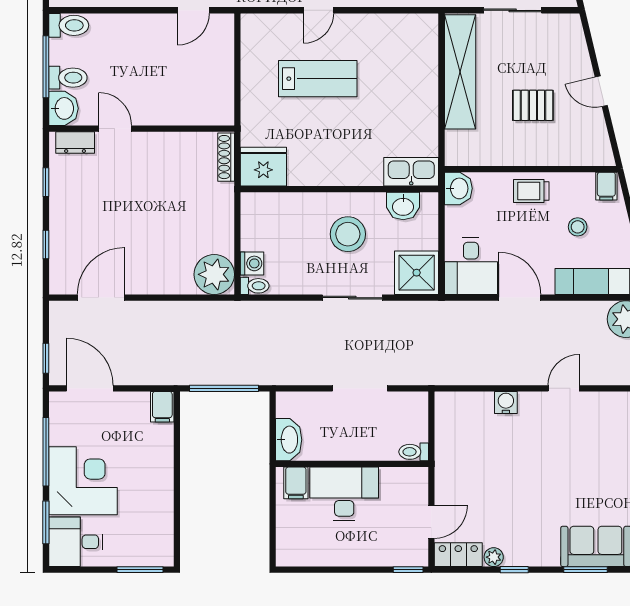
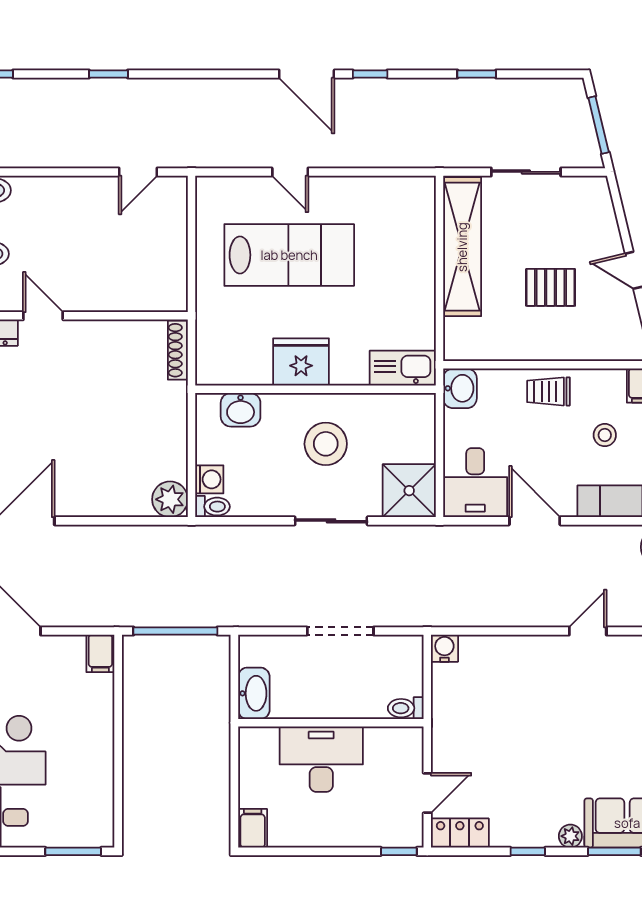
door: (318, 10) -> (290, 172), hinge flipped
lab bench: (318, 79) -> (289, 255), width x1.36, depth x1.39
fridge: (263, 167) -> (301, 362), moved
washbasin: (403, 206) -> (241, 410), moved
plant: (214, 274) -> (170, 499), width x0.73, depth x0.73
water cooler: (506, 402) -> (444, 648), moved
filing cabinet: (296, 483) -> (253, 828), moved, turned 180
plant: (494, 557) -> (570, 836), moved

